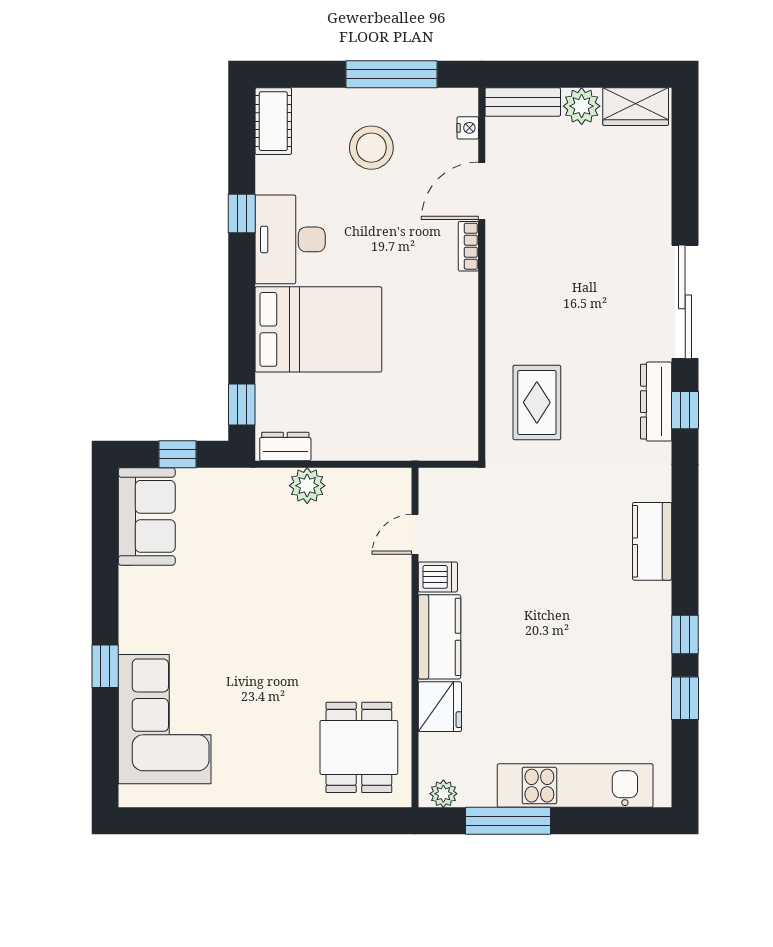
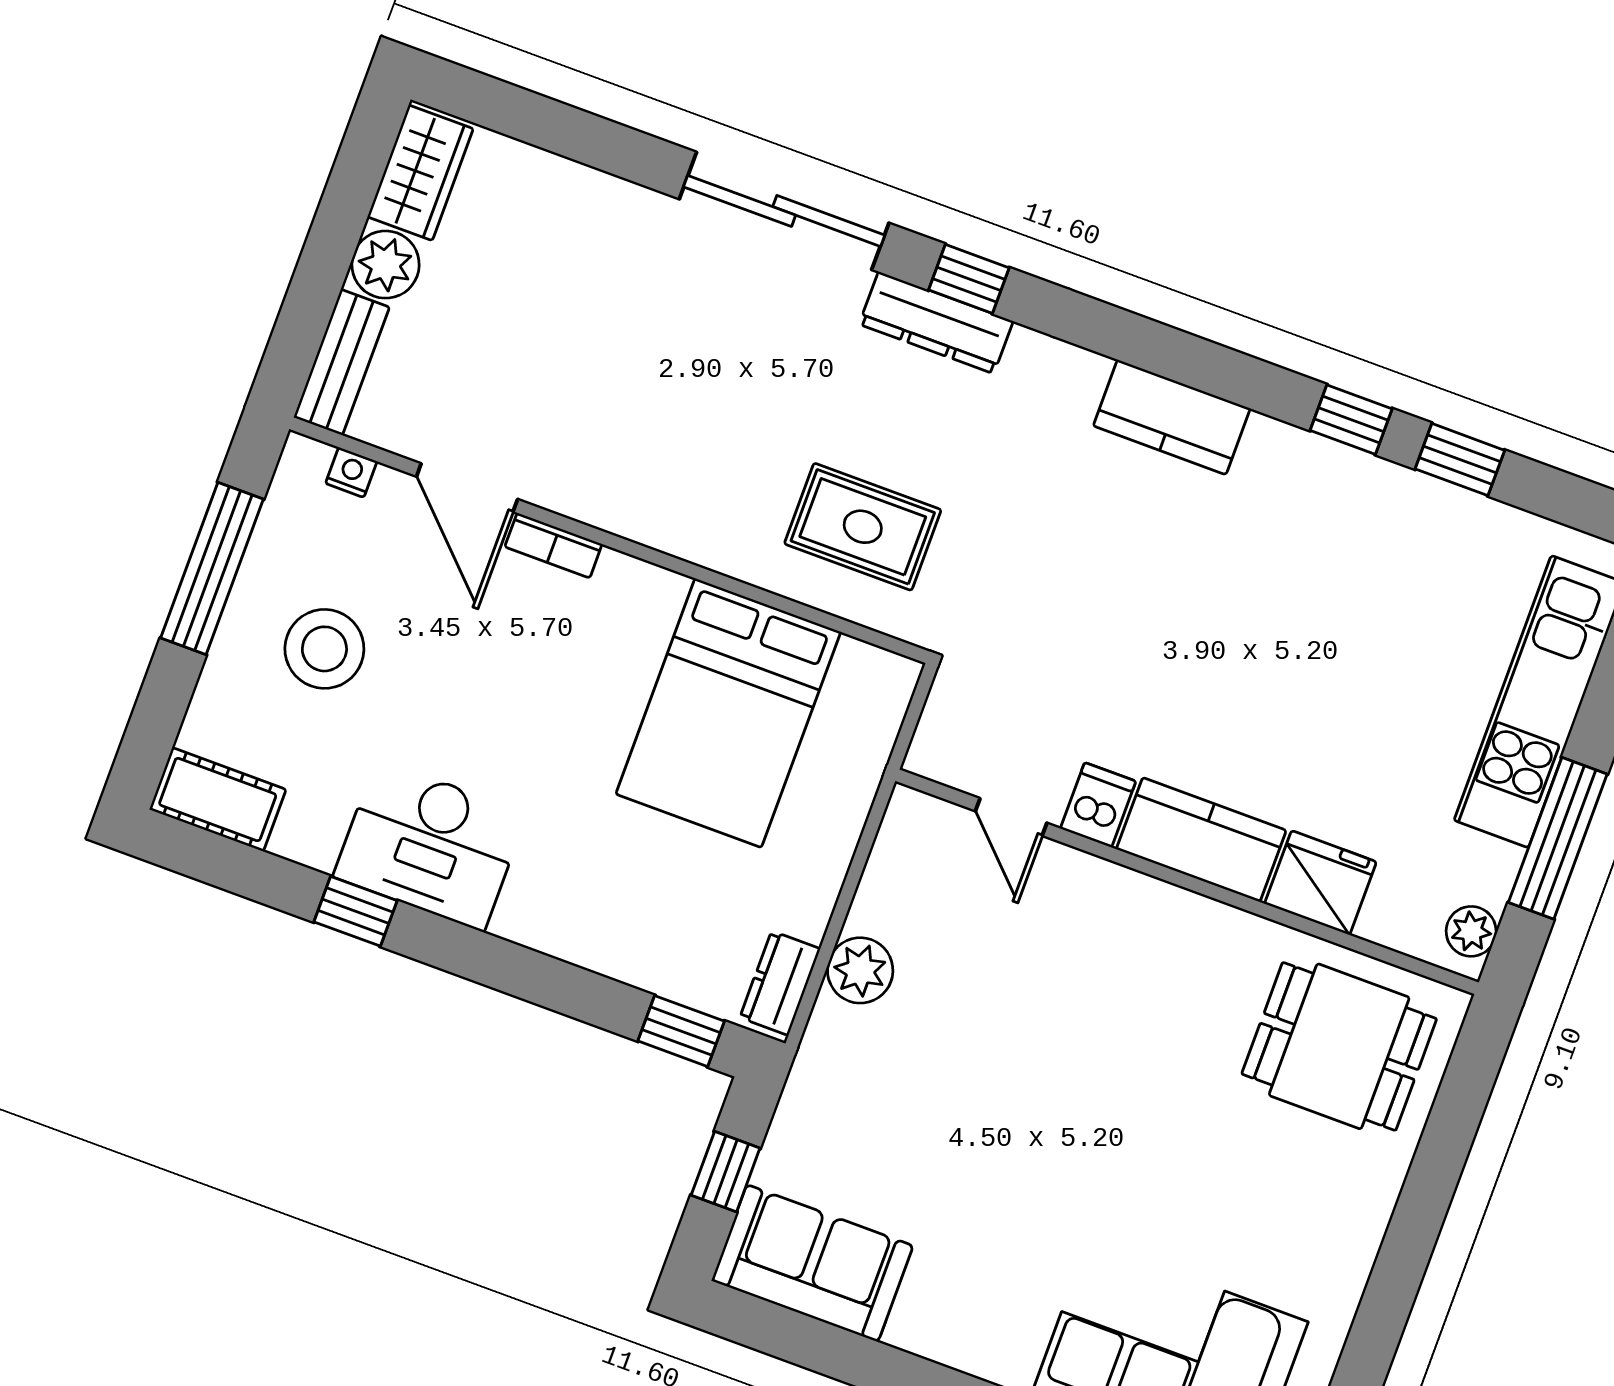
bed: (318, 329) -> (728, 713), moved, turned 180

